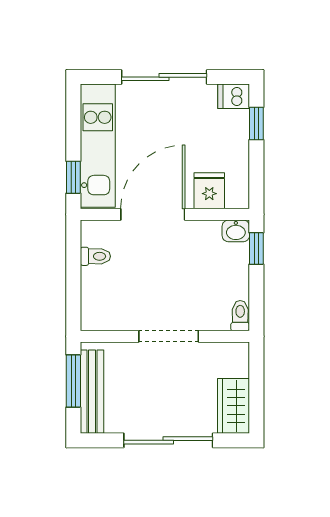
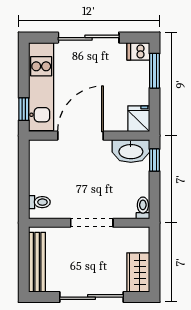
window: (256, 123) -> (155, 71), width x1.50
fridge: (209, 191) -> (139, 119), moved
washbasin: (236, 231) -> (131, 151), width x1.91, depth x1.45
toilet: (95, 256) -> (39, 202), moved
window: (73, 381) -> (24, 255), removed

